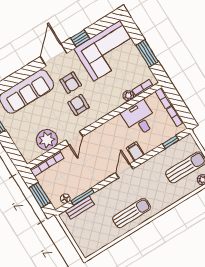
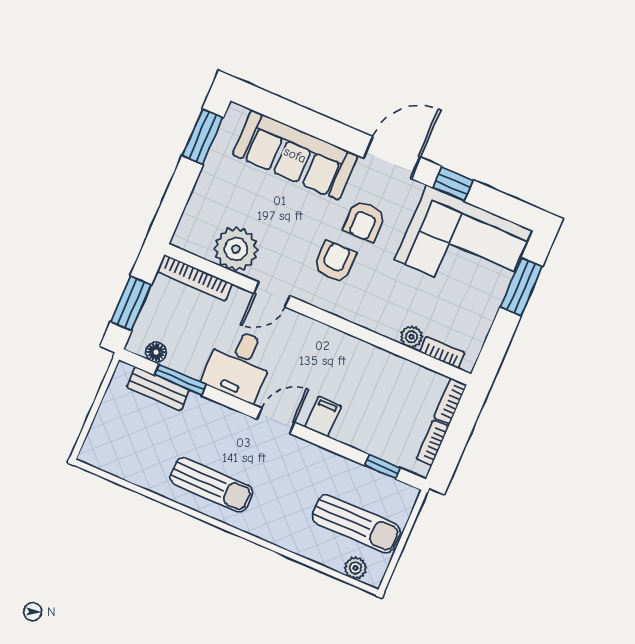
window: (147, 53) -> (521, 287), moved
desk: (139, 118) -> (239, 365), moved, turned 180

